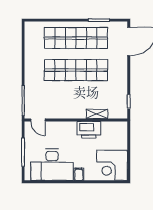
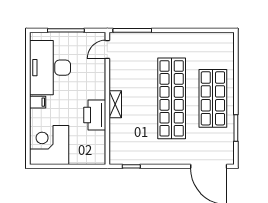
shop shelf: (76, 38) -> (213, 98), width x0.71
shelving: (97, 114) -> (115, 104), moved

